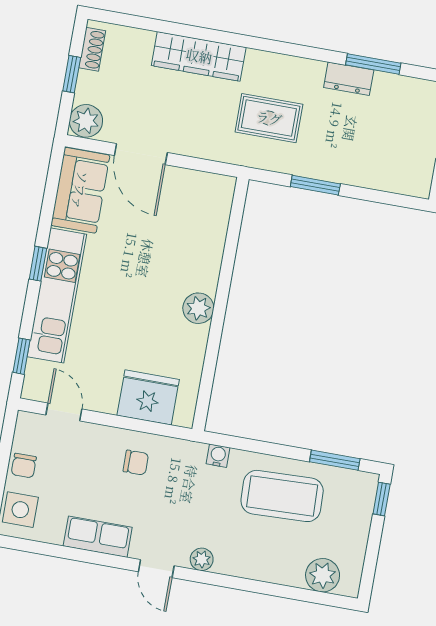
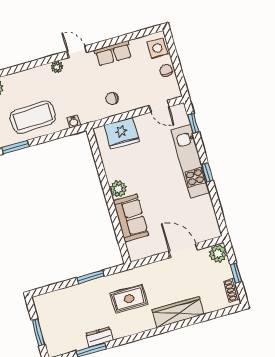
sofa: (80, 190) -> (131, 218), moved, turned 180

